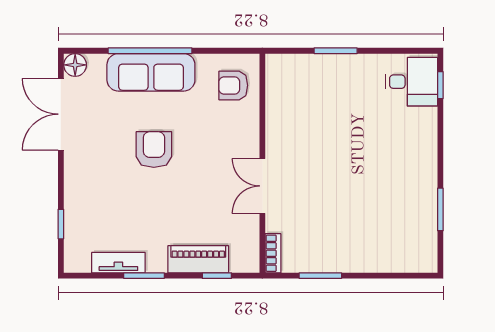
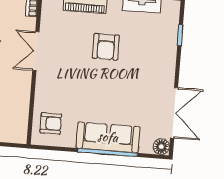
armchair: (154, 150) -> (106, 47), moved
double door: (262, 186) -> (36, 51), swing flipped

